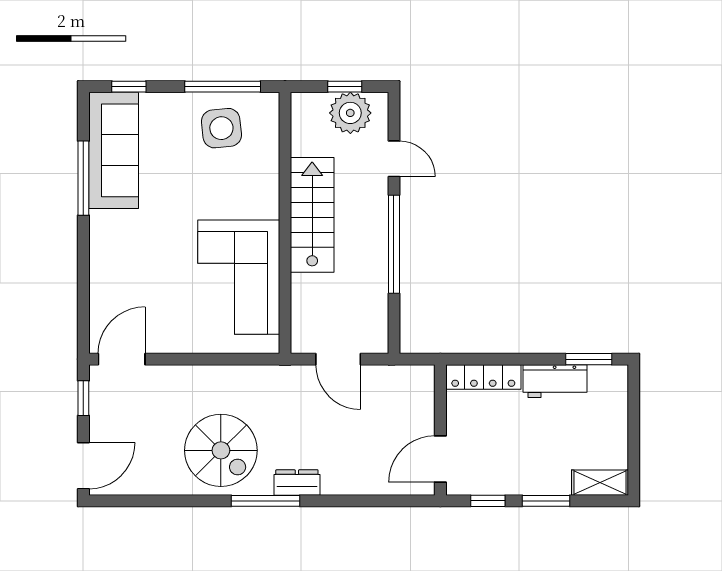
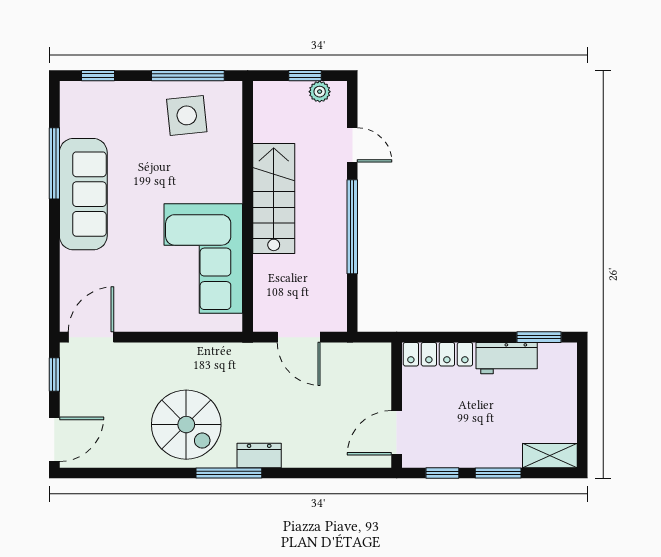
plant: (350, 113) -> (320, 92), width x0.53, depth x0.53
sofa: (114, 150) -> (83, 194), moved

